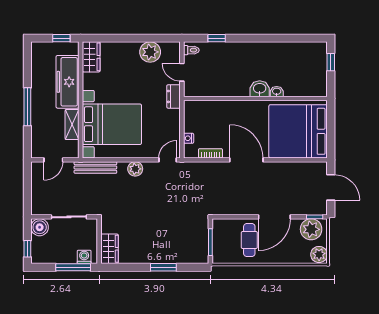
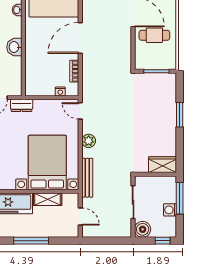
washbasin: (260, 89) -> (14, 47), moved
washing machine: (84, 257) -> (170, 210), moved

